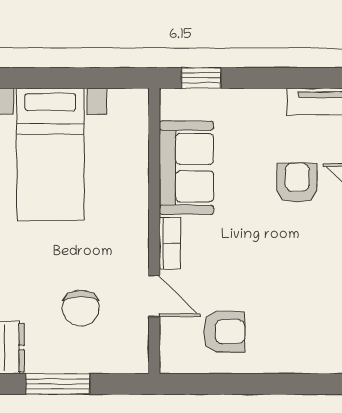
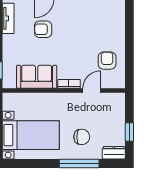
chair: (81, 308) -> (82, 137), moved
window: (58, 384) -> (129, 132), width x0.67

